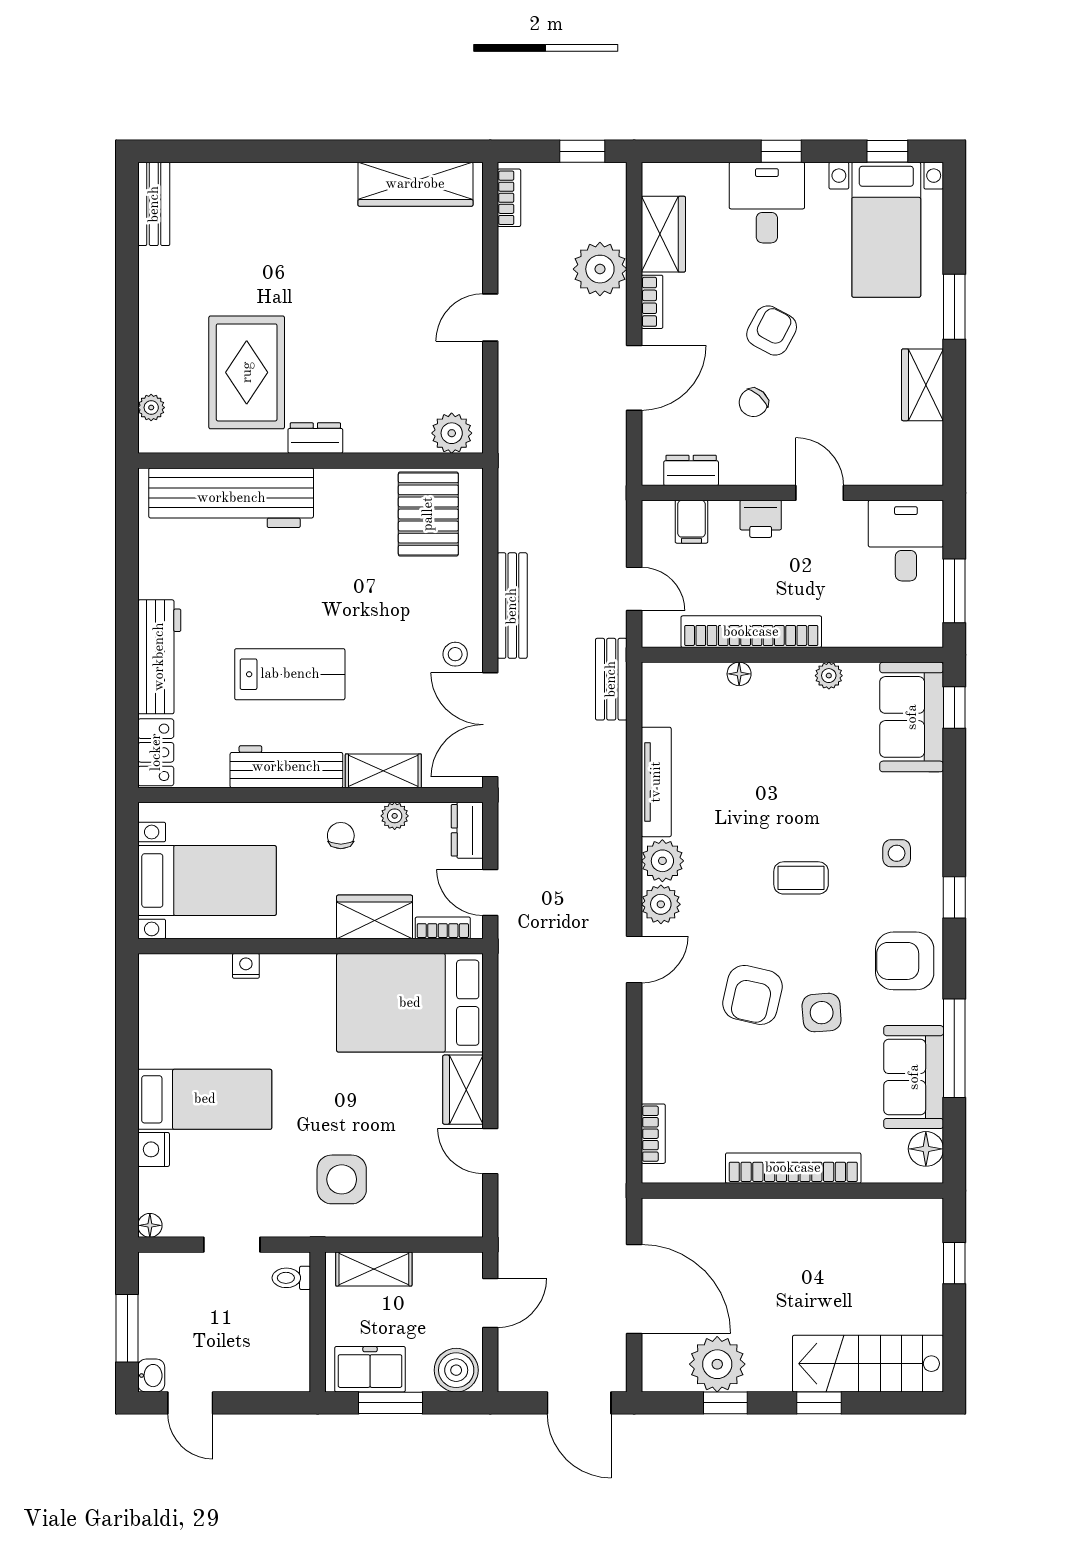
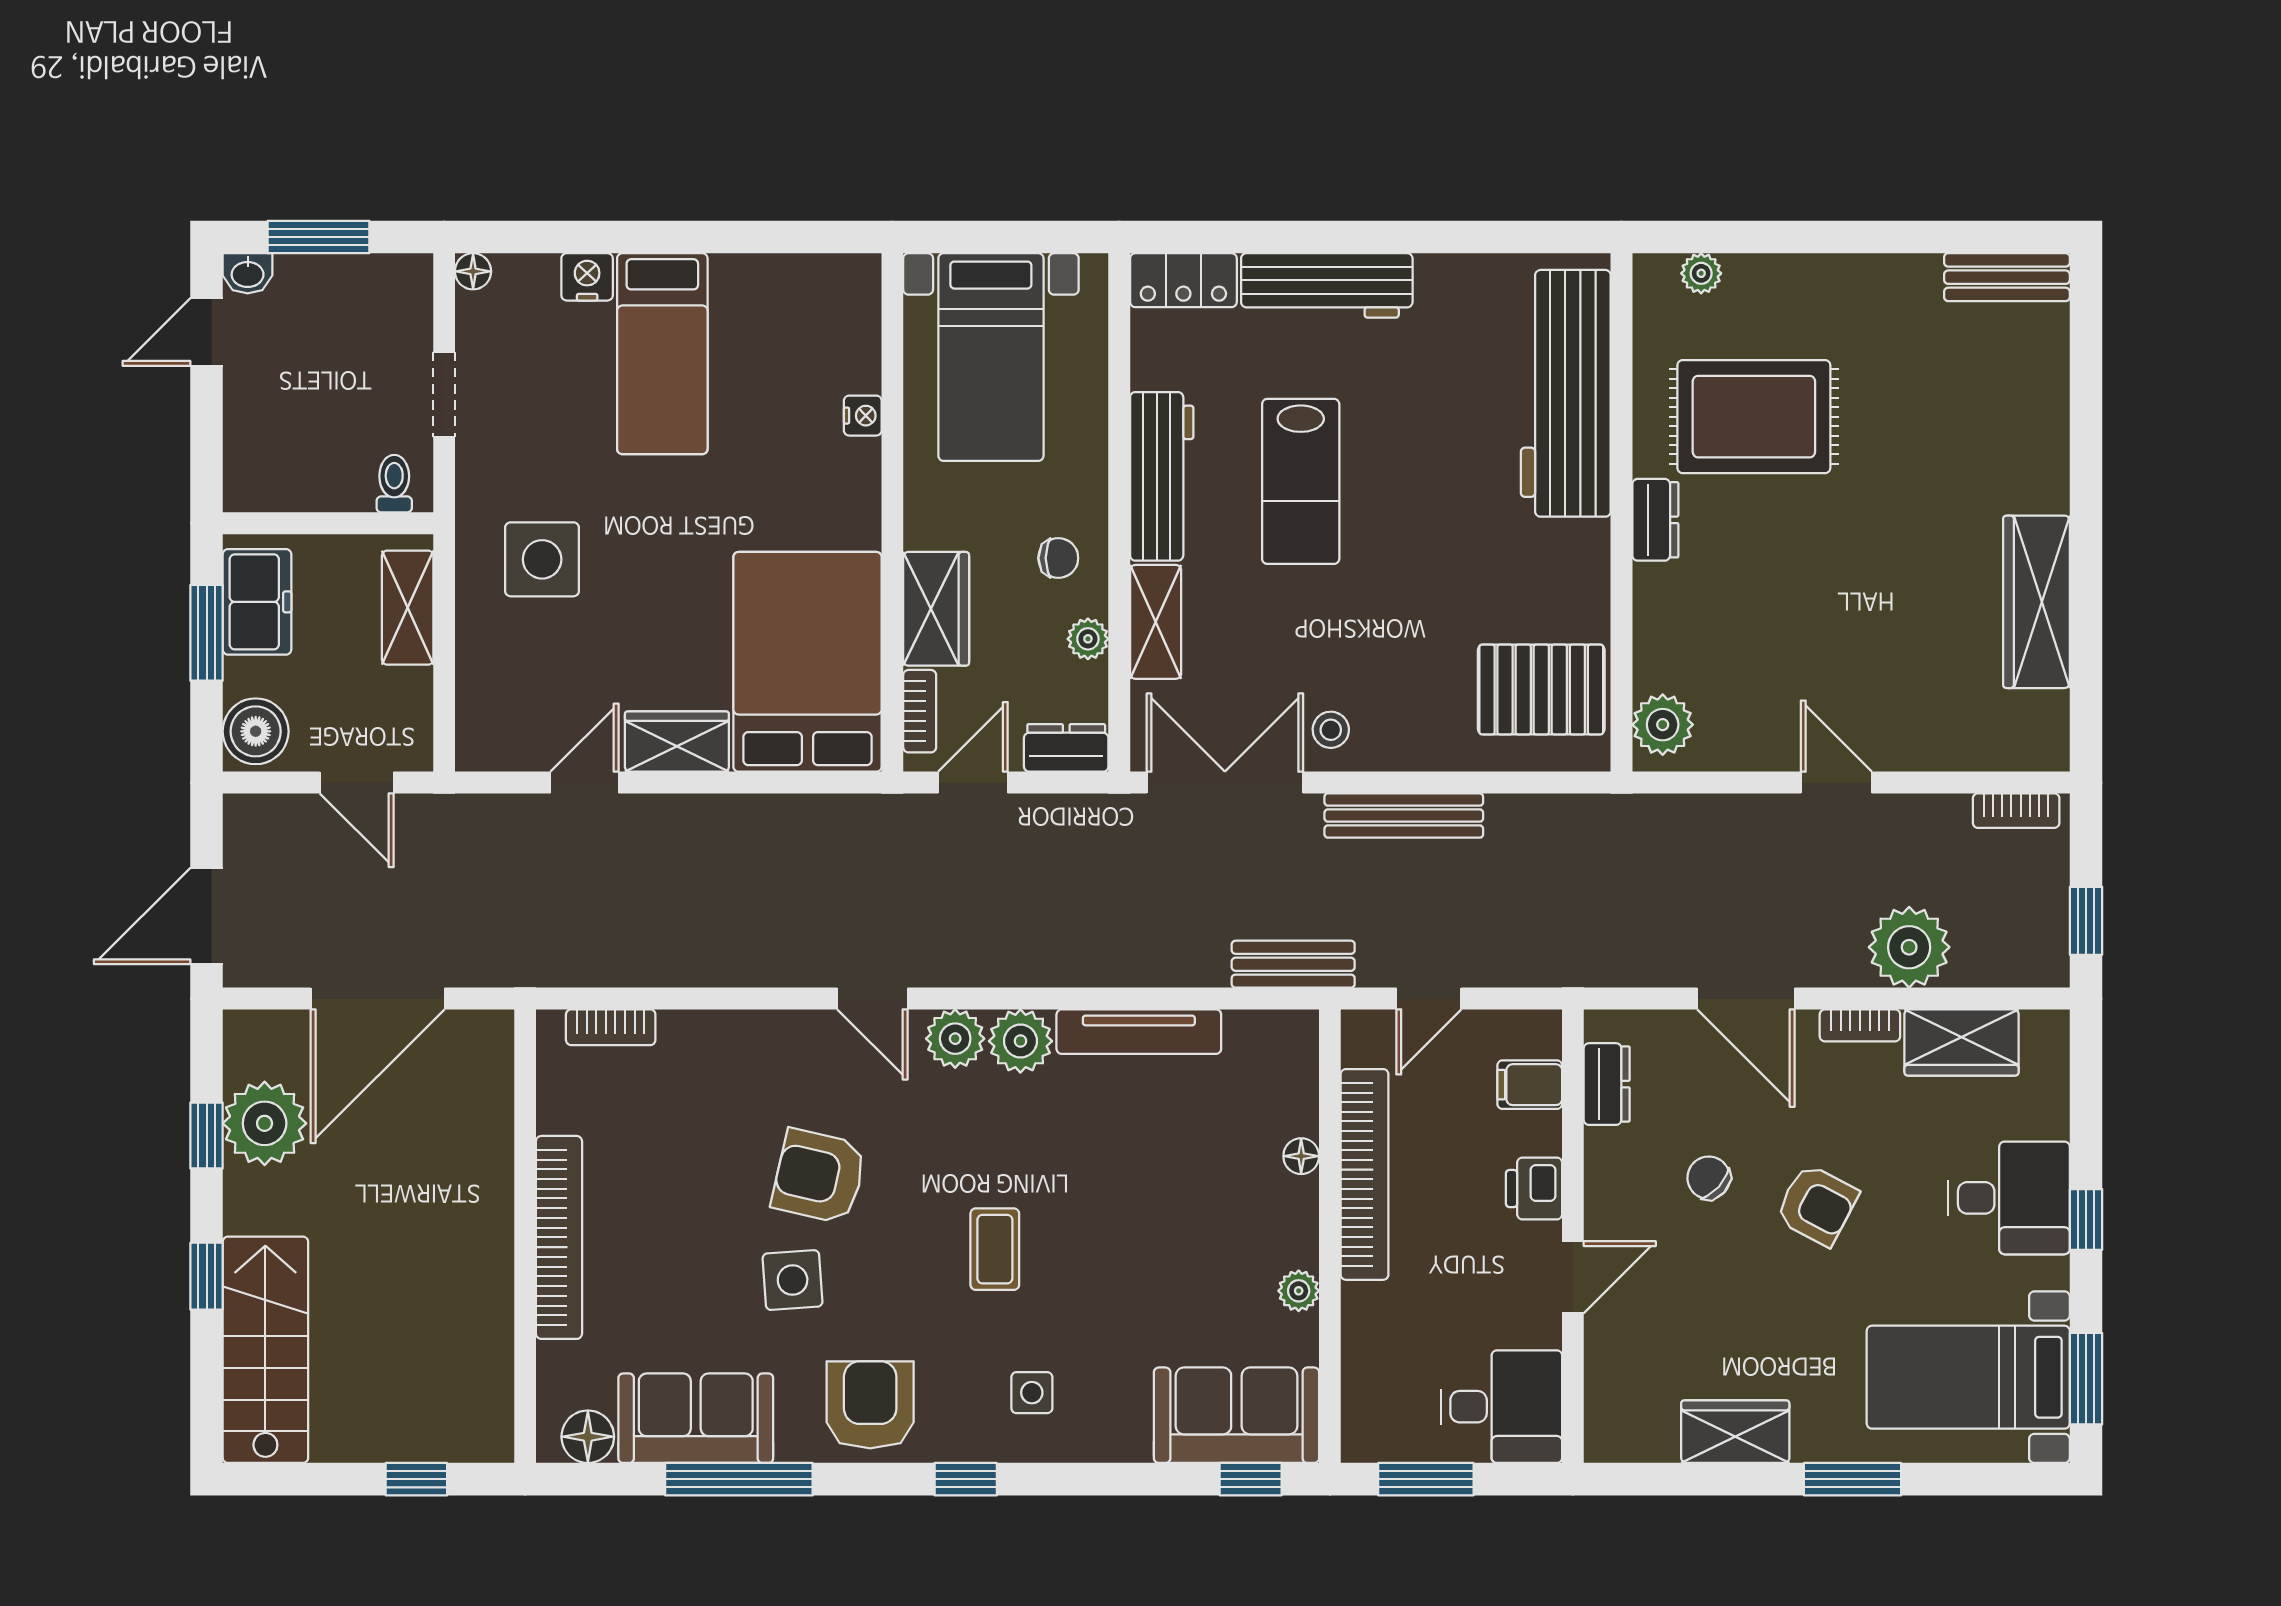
window: (887, 151) -> (2086, 1379), width x1.50
wardrobe: (415, 184) -> (2036, 602), moved

